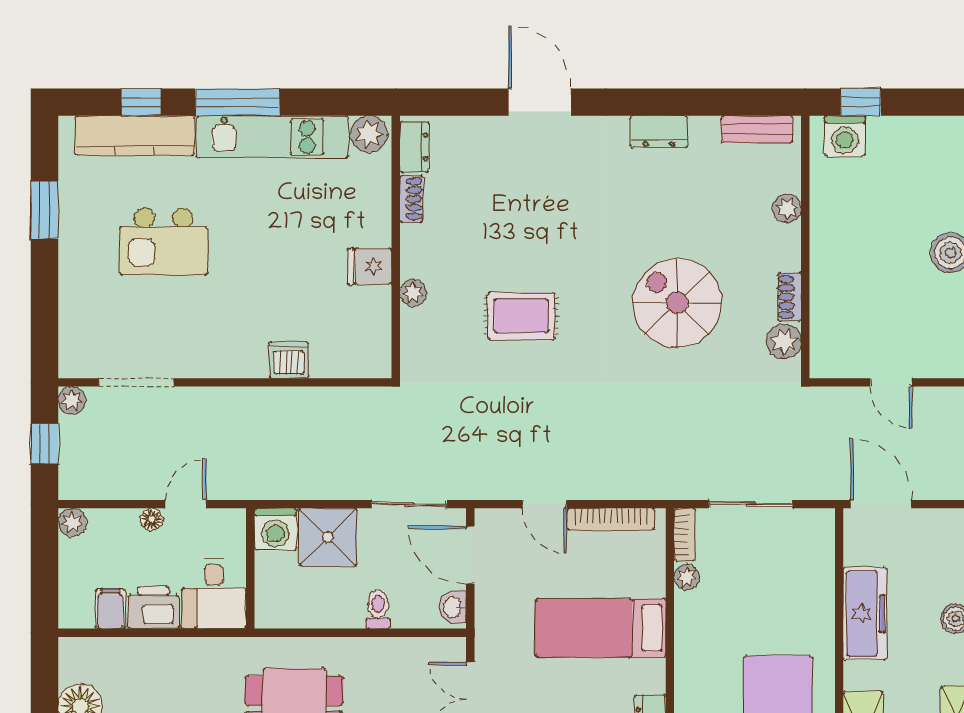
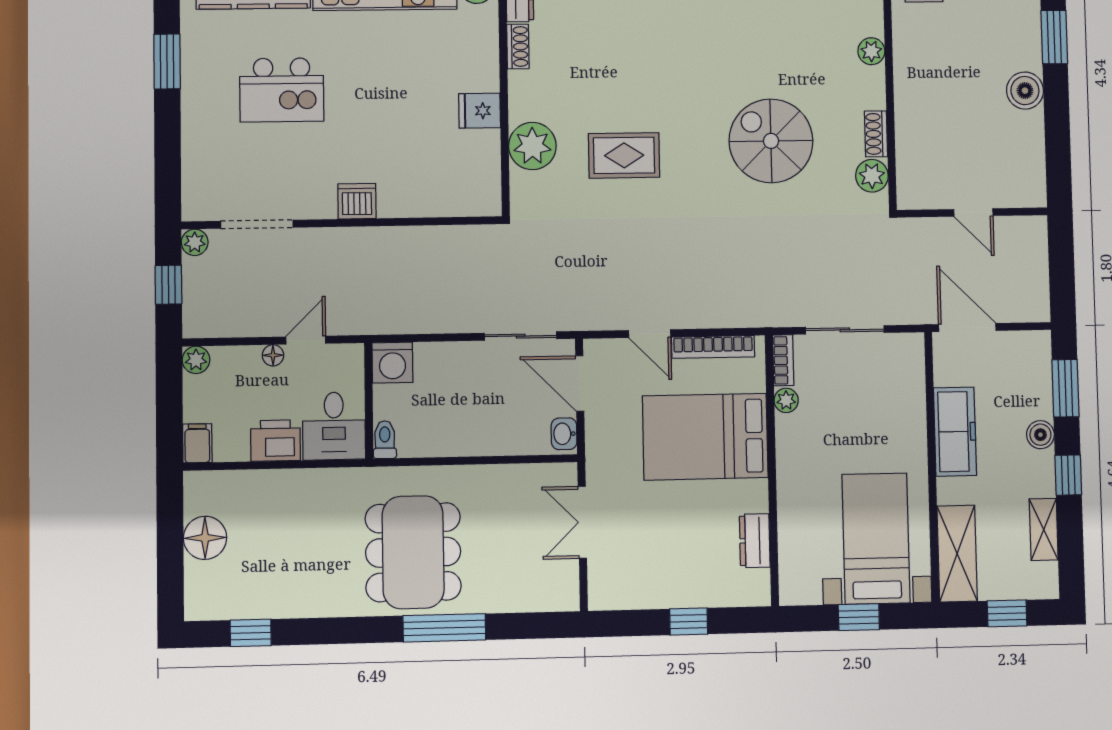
plant: (413, 293) -> (532, 146), width x1.88, depth x1.88
dishwasher: (289, 360) -> (357, 201), moved
shower: (328, 537) -> (443, 369), removed
filing cabinet: (110, 609) -> (197, 443), moved
toilet: (378, 609) -> (385, 440), moved
bed: (601, 628) -> (705, 437), width x1.50

